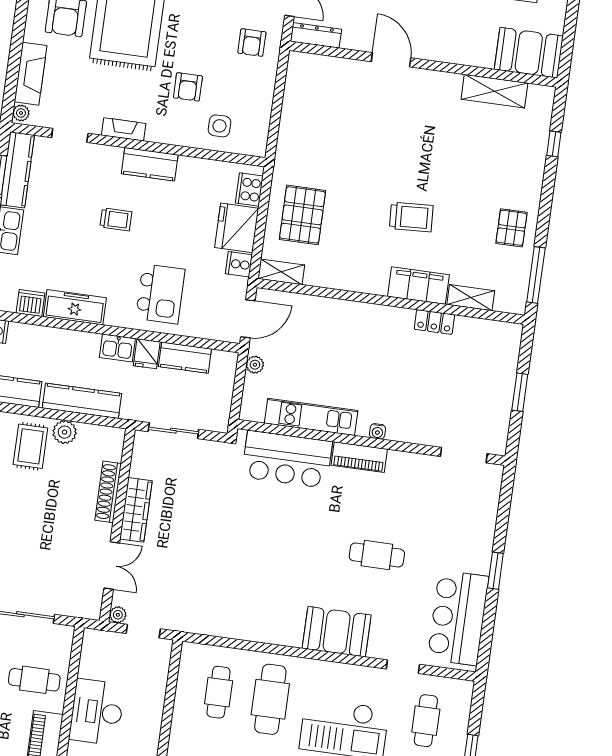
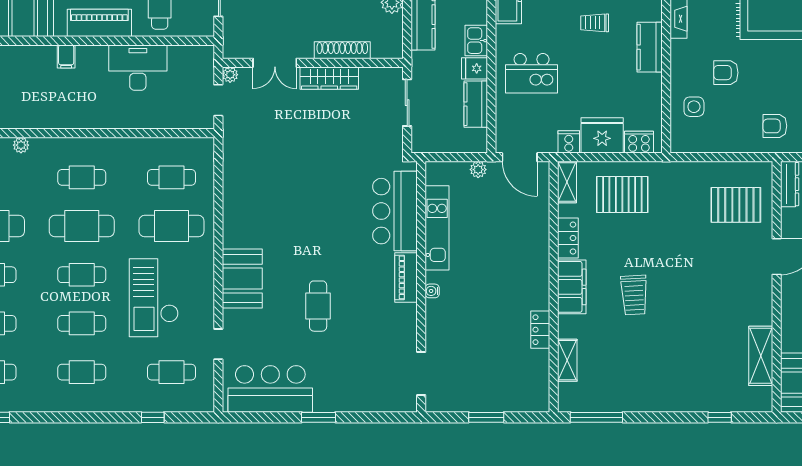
trolley: (116, 219) -> (595, 23), turned 90
pallet: (511, 228) -> (736, 205), moved, width x1.50, depth x1.42
locker: (341, 279) -> (568, 238), added
filing cabinet: (418, 286) -> (572, 287), moved

